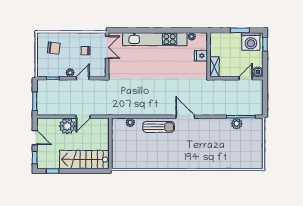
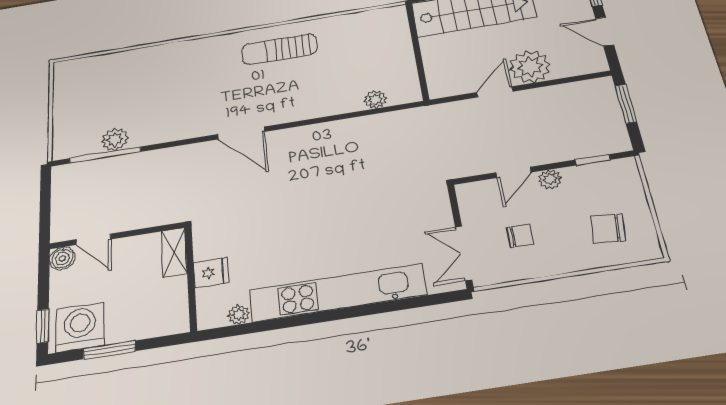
door: (246, 78) -> (93, 239), hinge flipped
sun lounger: (159, 127) -> (279, 49), moved

